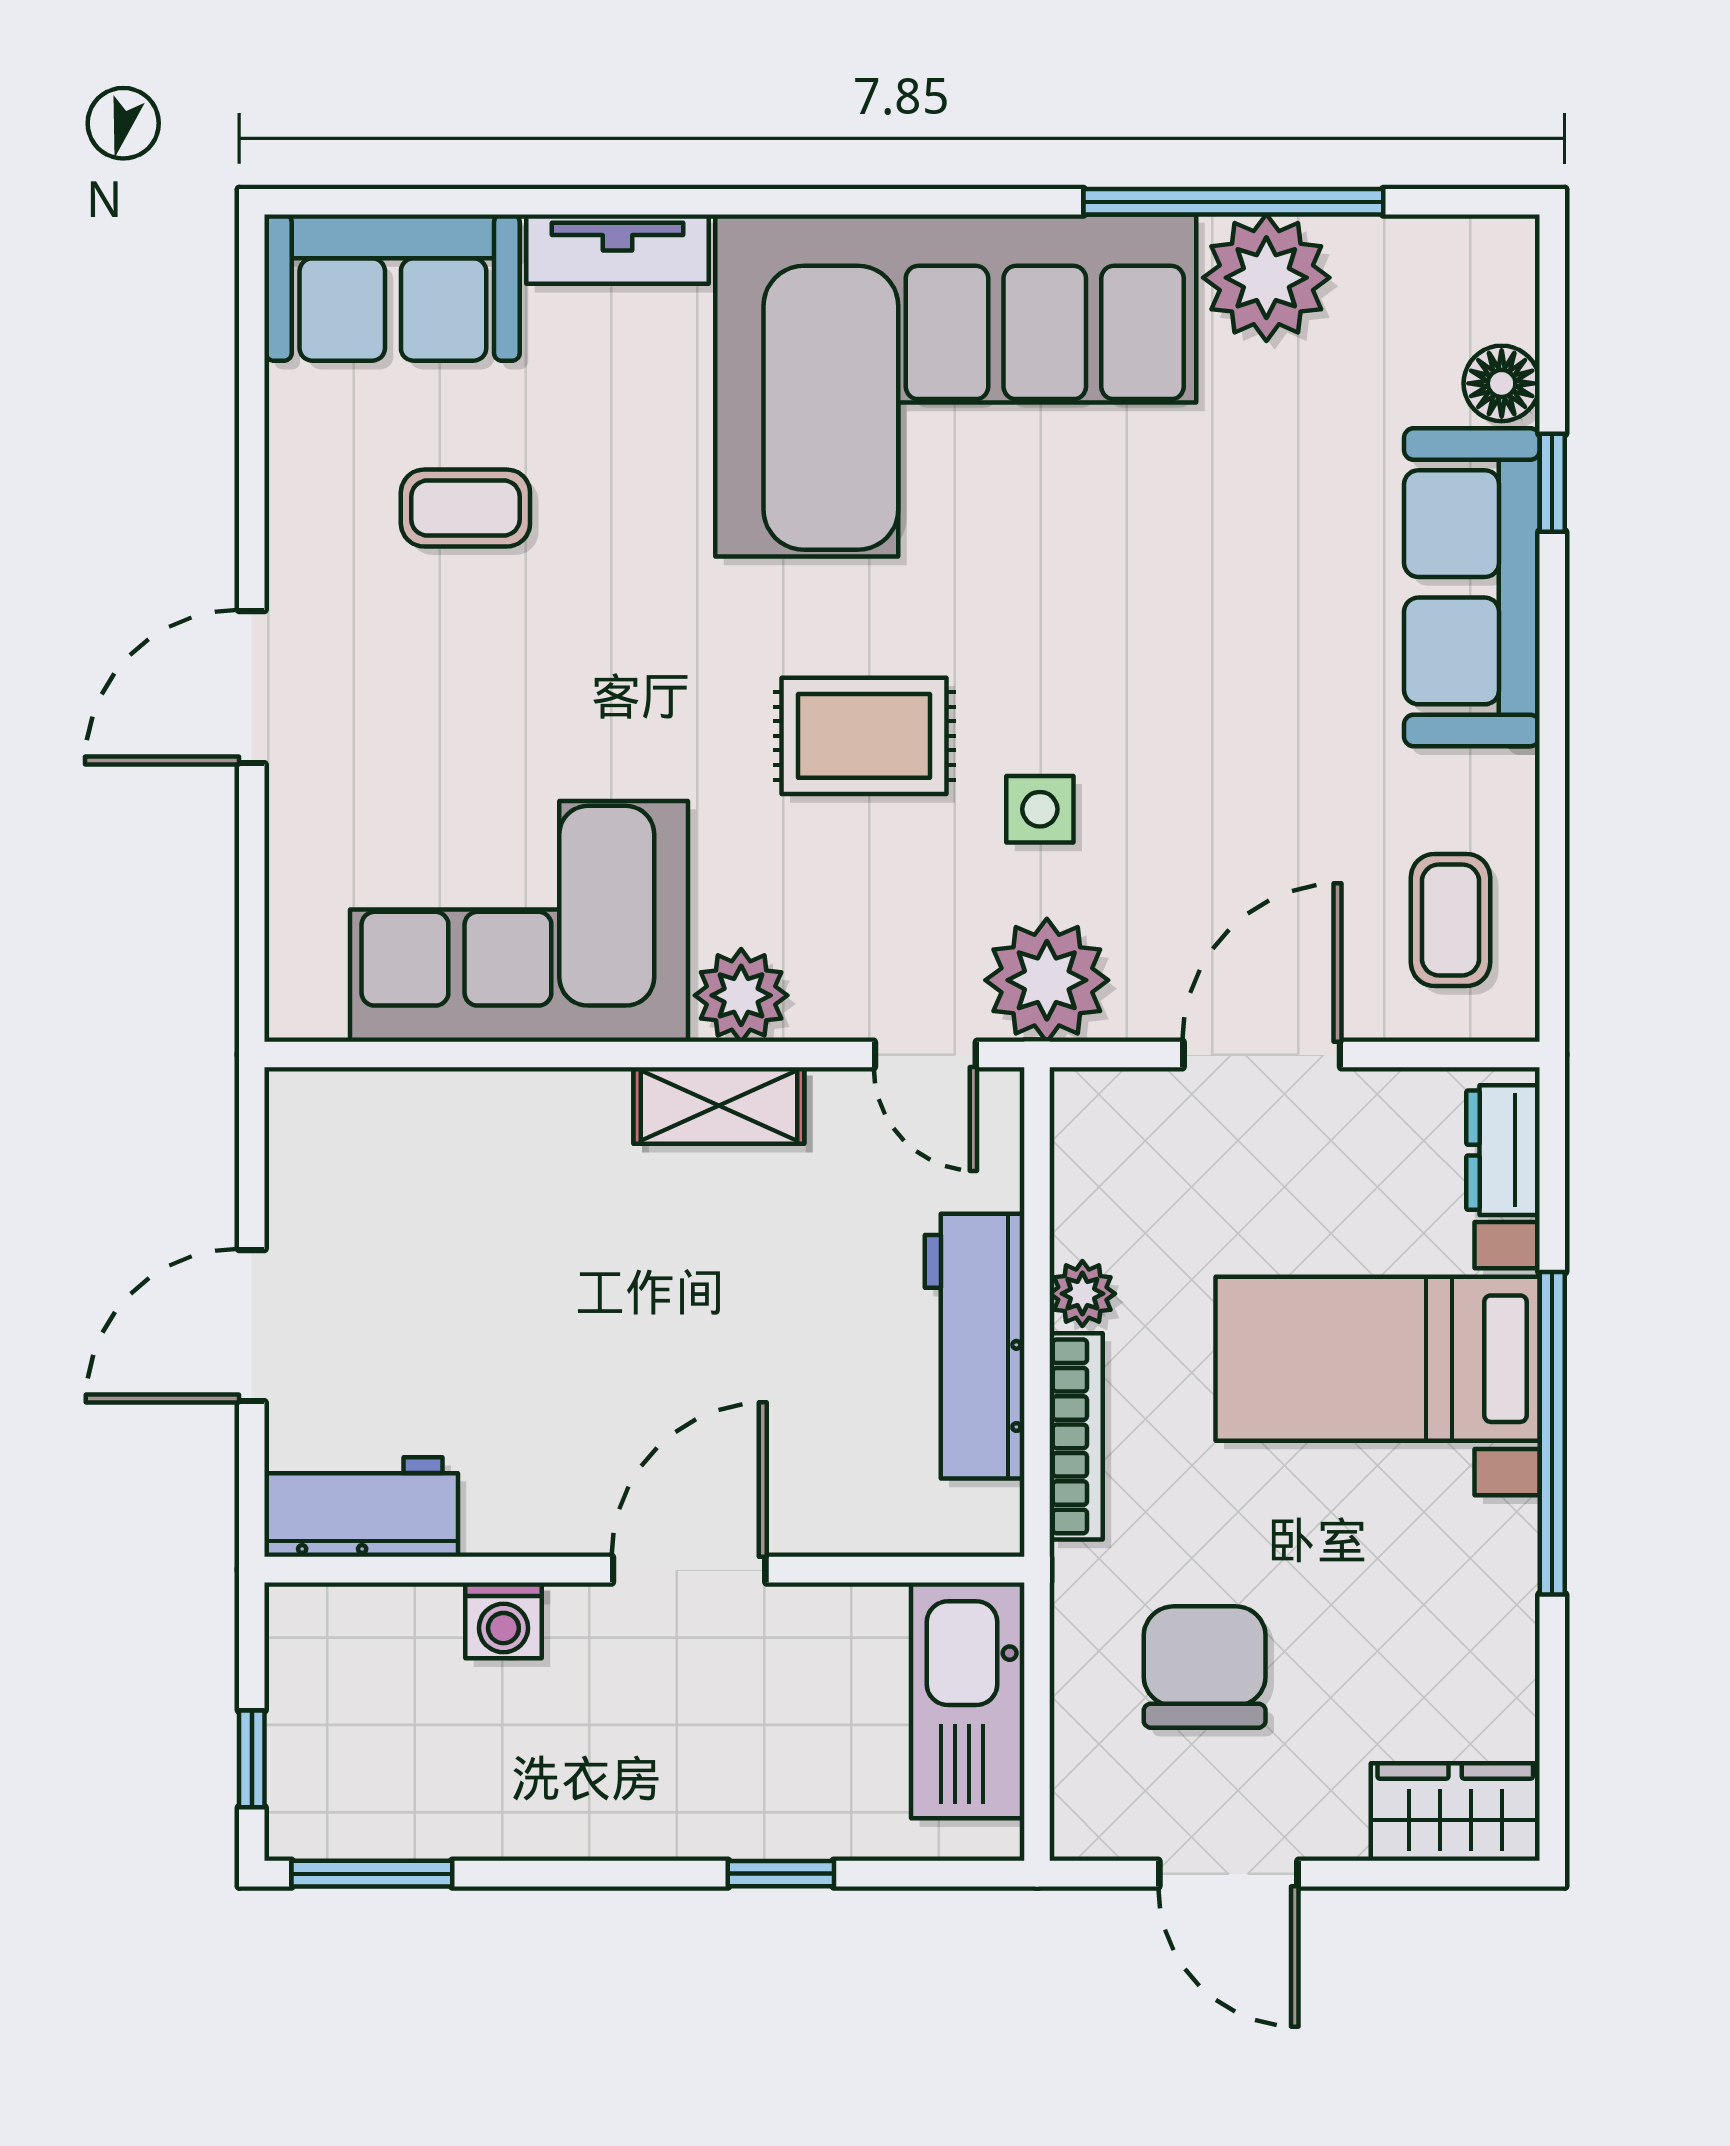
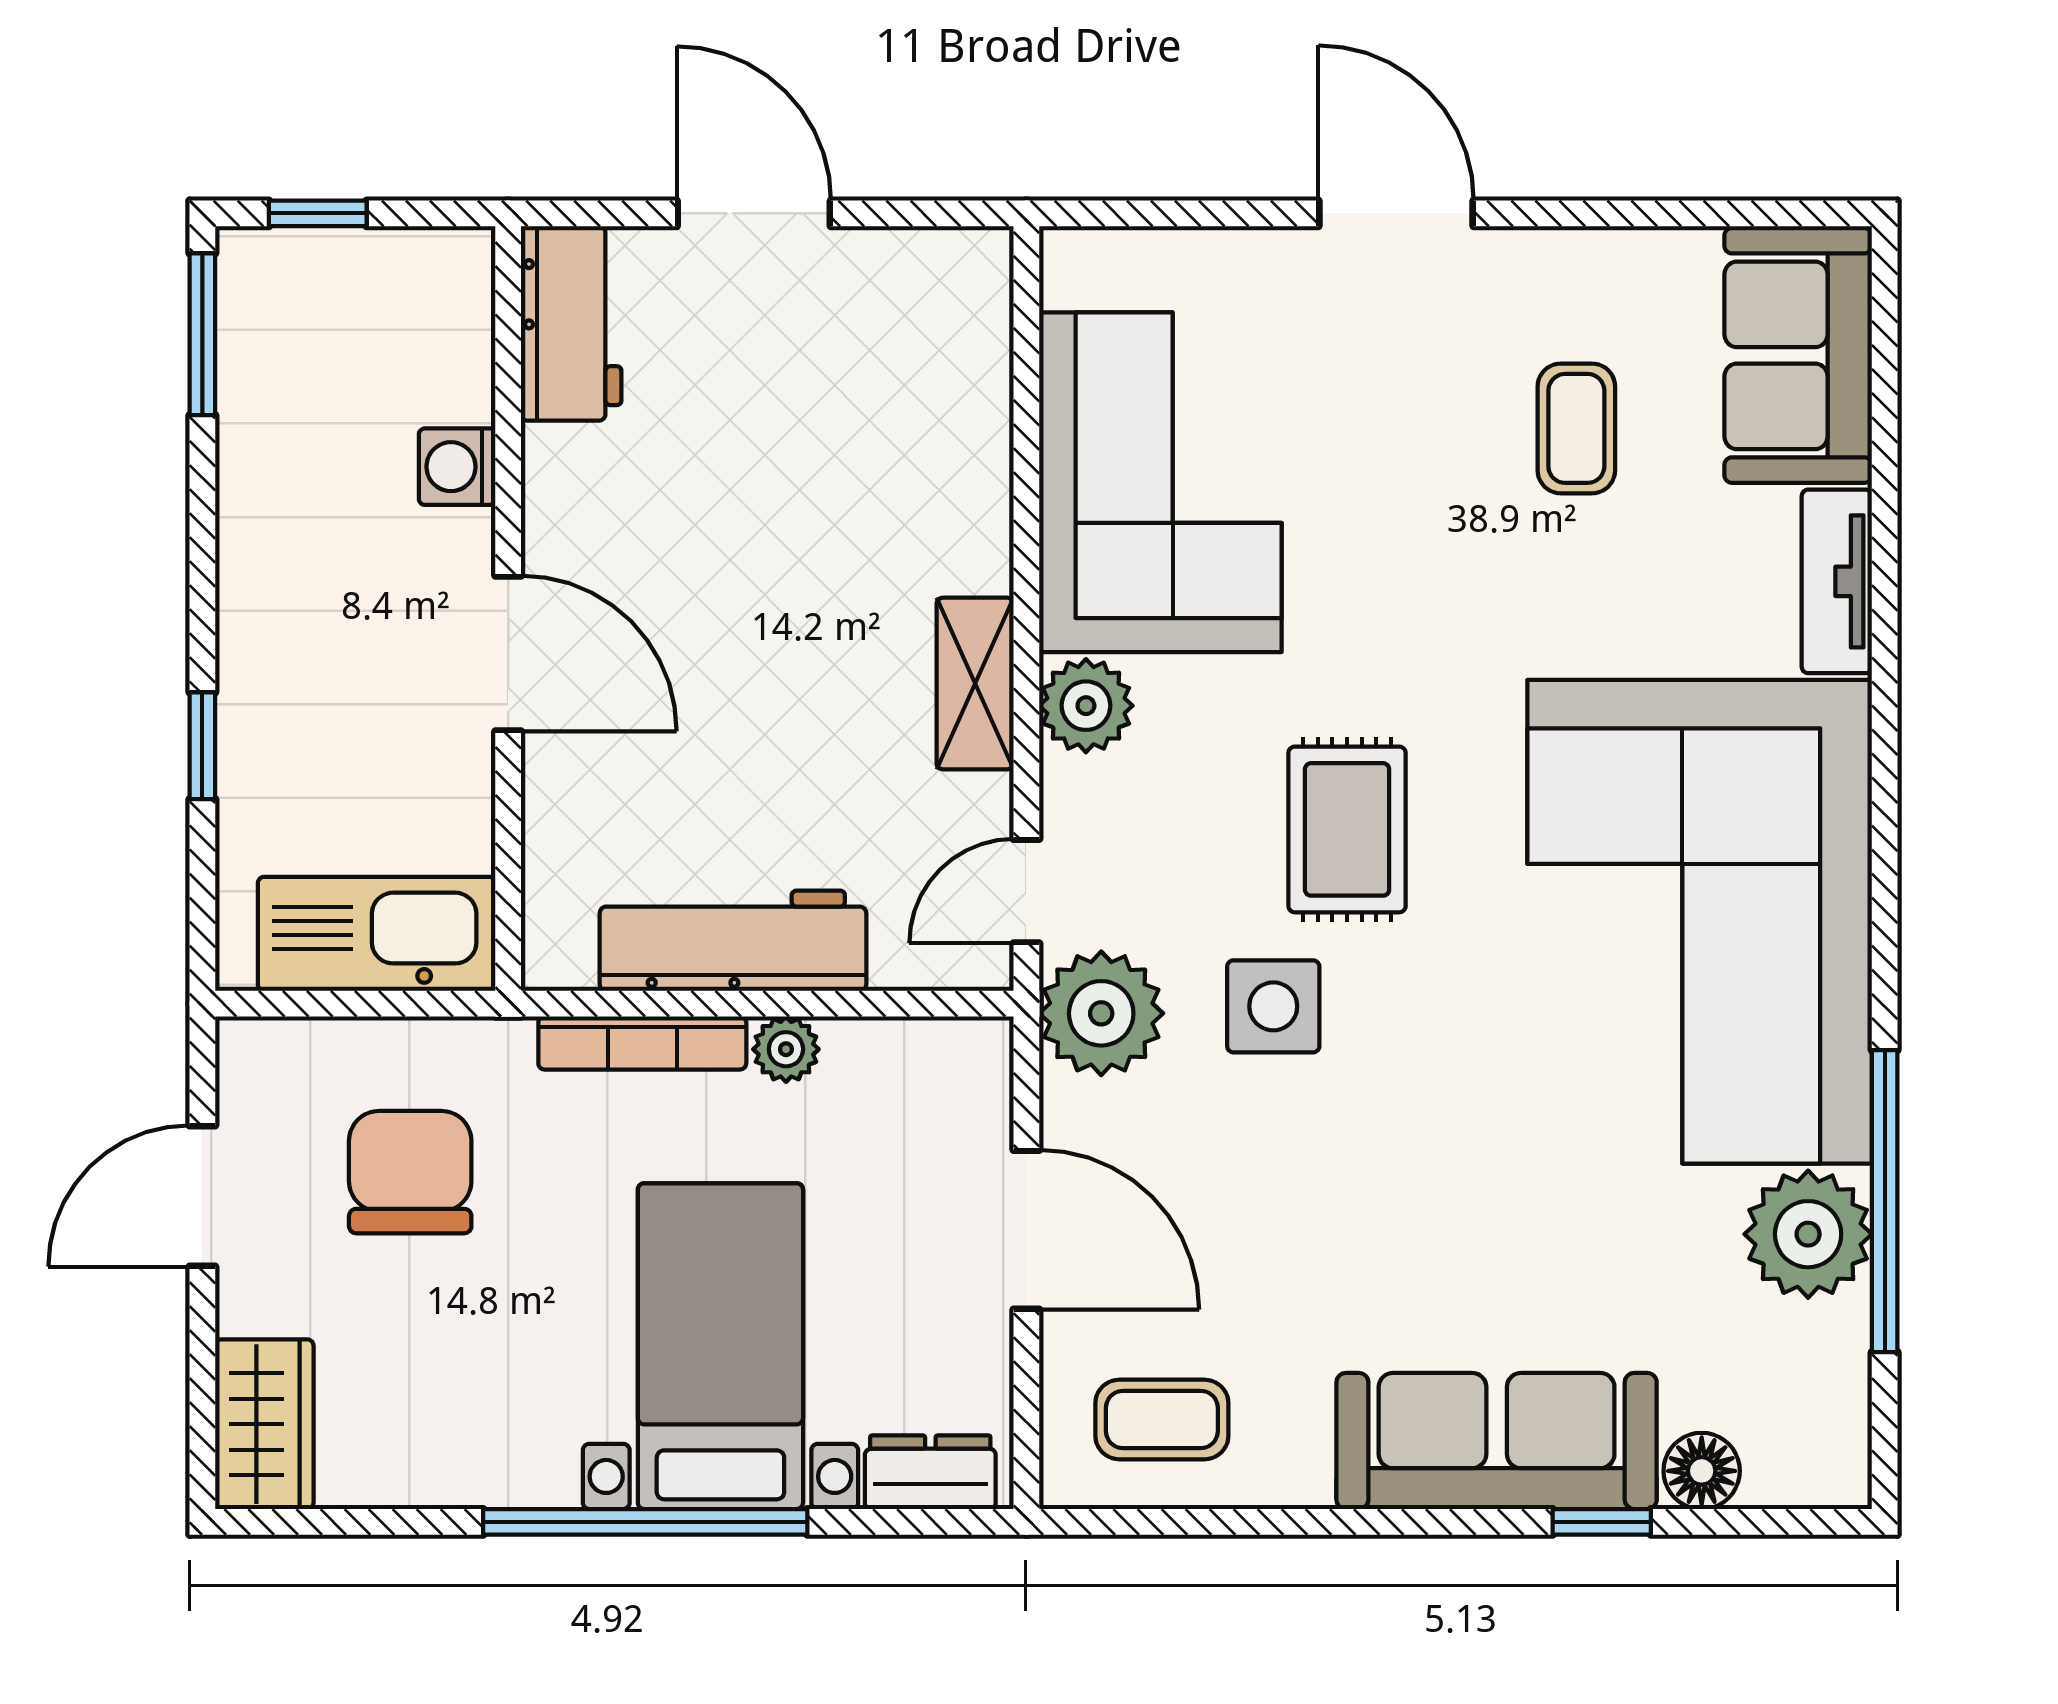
side table: (1040, 809) -> (1273, 1006), width x1.37, depth x1.37
chair: (1205, 1667) -> (410, 1172), turned -90

